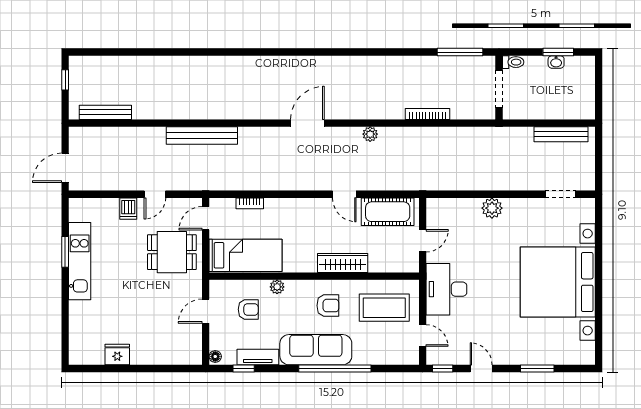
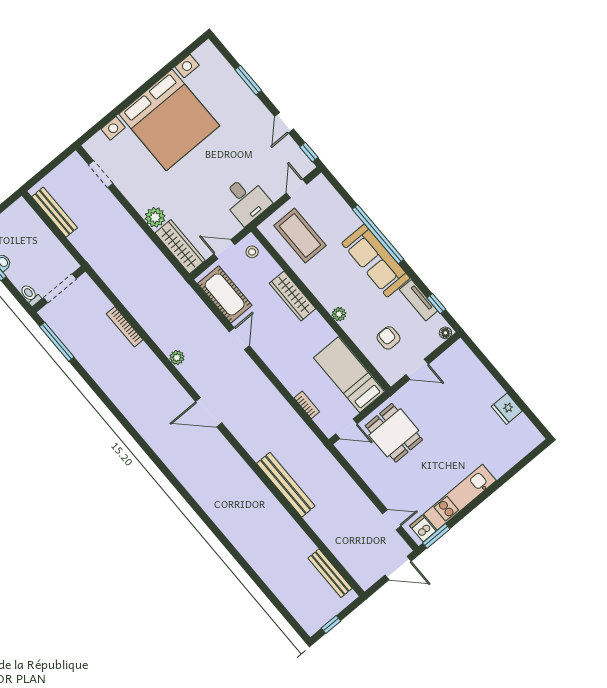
door: (155, 194) -> (392, 520), moved
wardrobe: (453, 208) -> (180, 247), added
dishwasher: (128, 209) -> (423, 528), moved, turned -90
window: (65, 252) -> (436, 536), moved
stool: (403, 260) -> (252, 252), added
plant: (277, 287) -> (339, 314), moved
desk: (446, 289) -> (246, 200), width x0.73
armchair: (328, 306) -> (334, 280), removed

